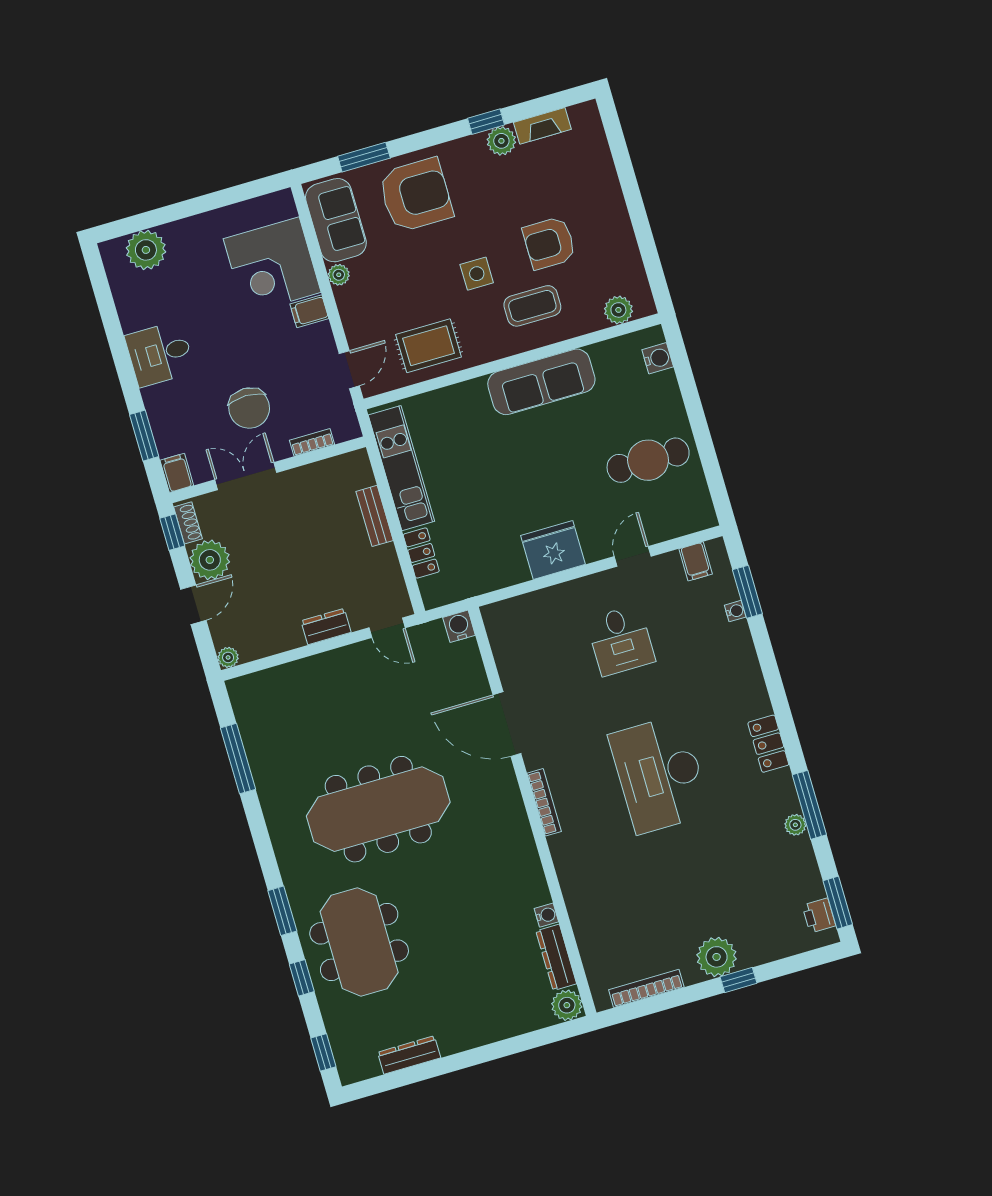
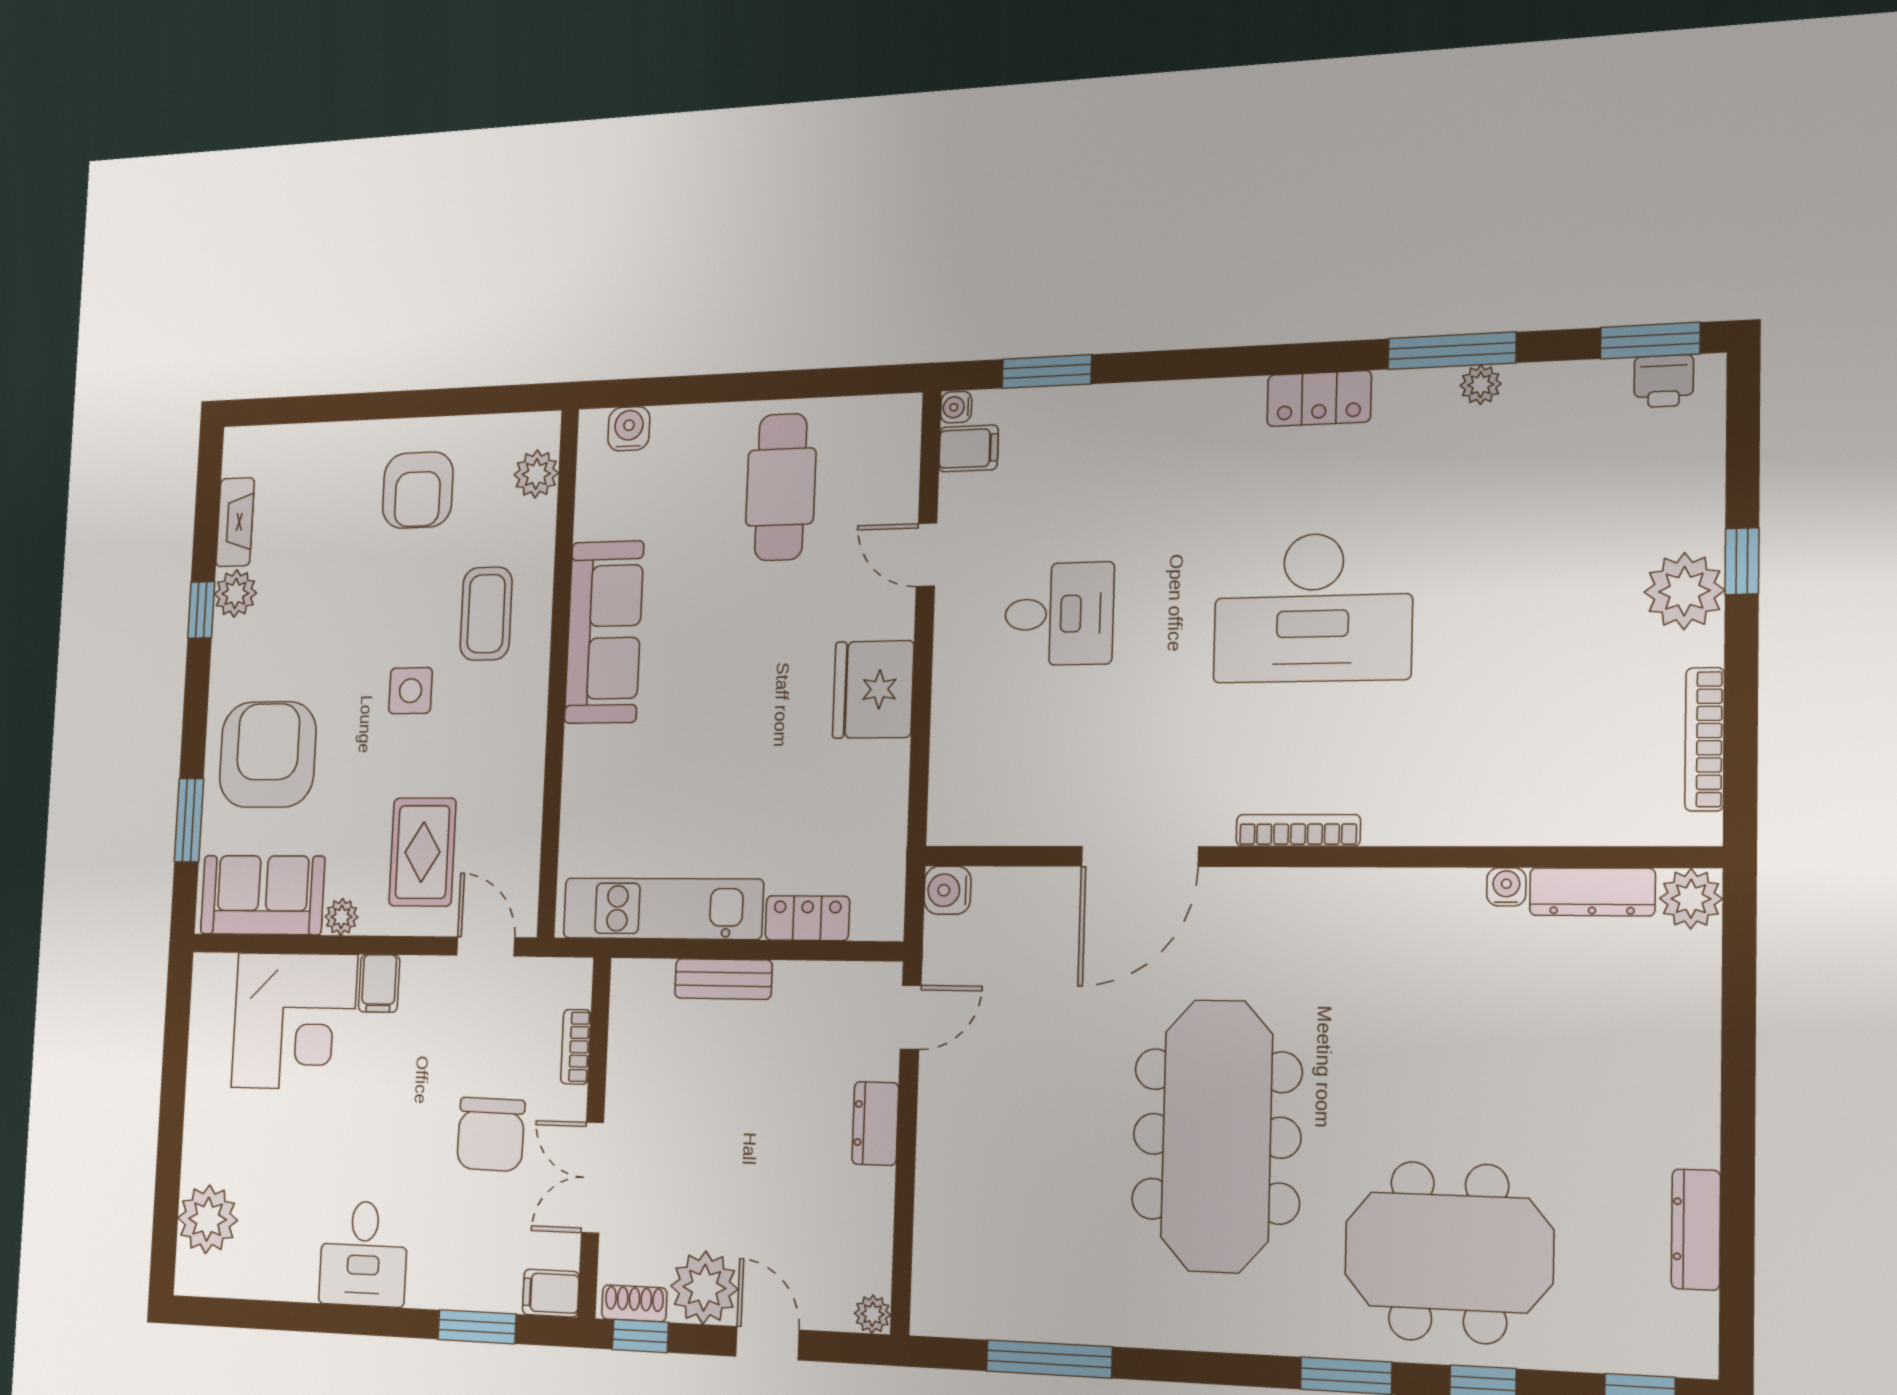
armchair: (549, 243) -> (418, 490), moved
rug: (429, 346) -> (422, 852), moved
chair: (249, 408) -> (491, 1134), turned 91
water cooler: (735, 611) -> (956, 407), moved, turned -90

